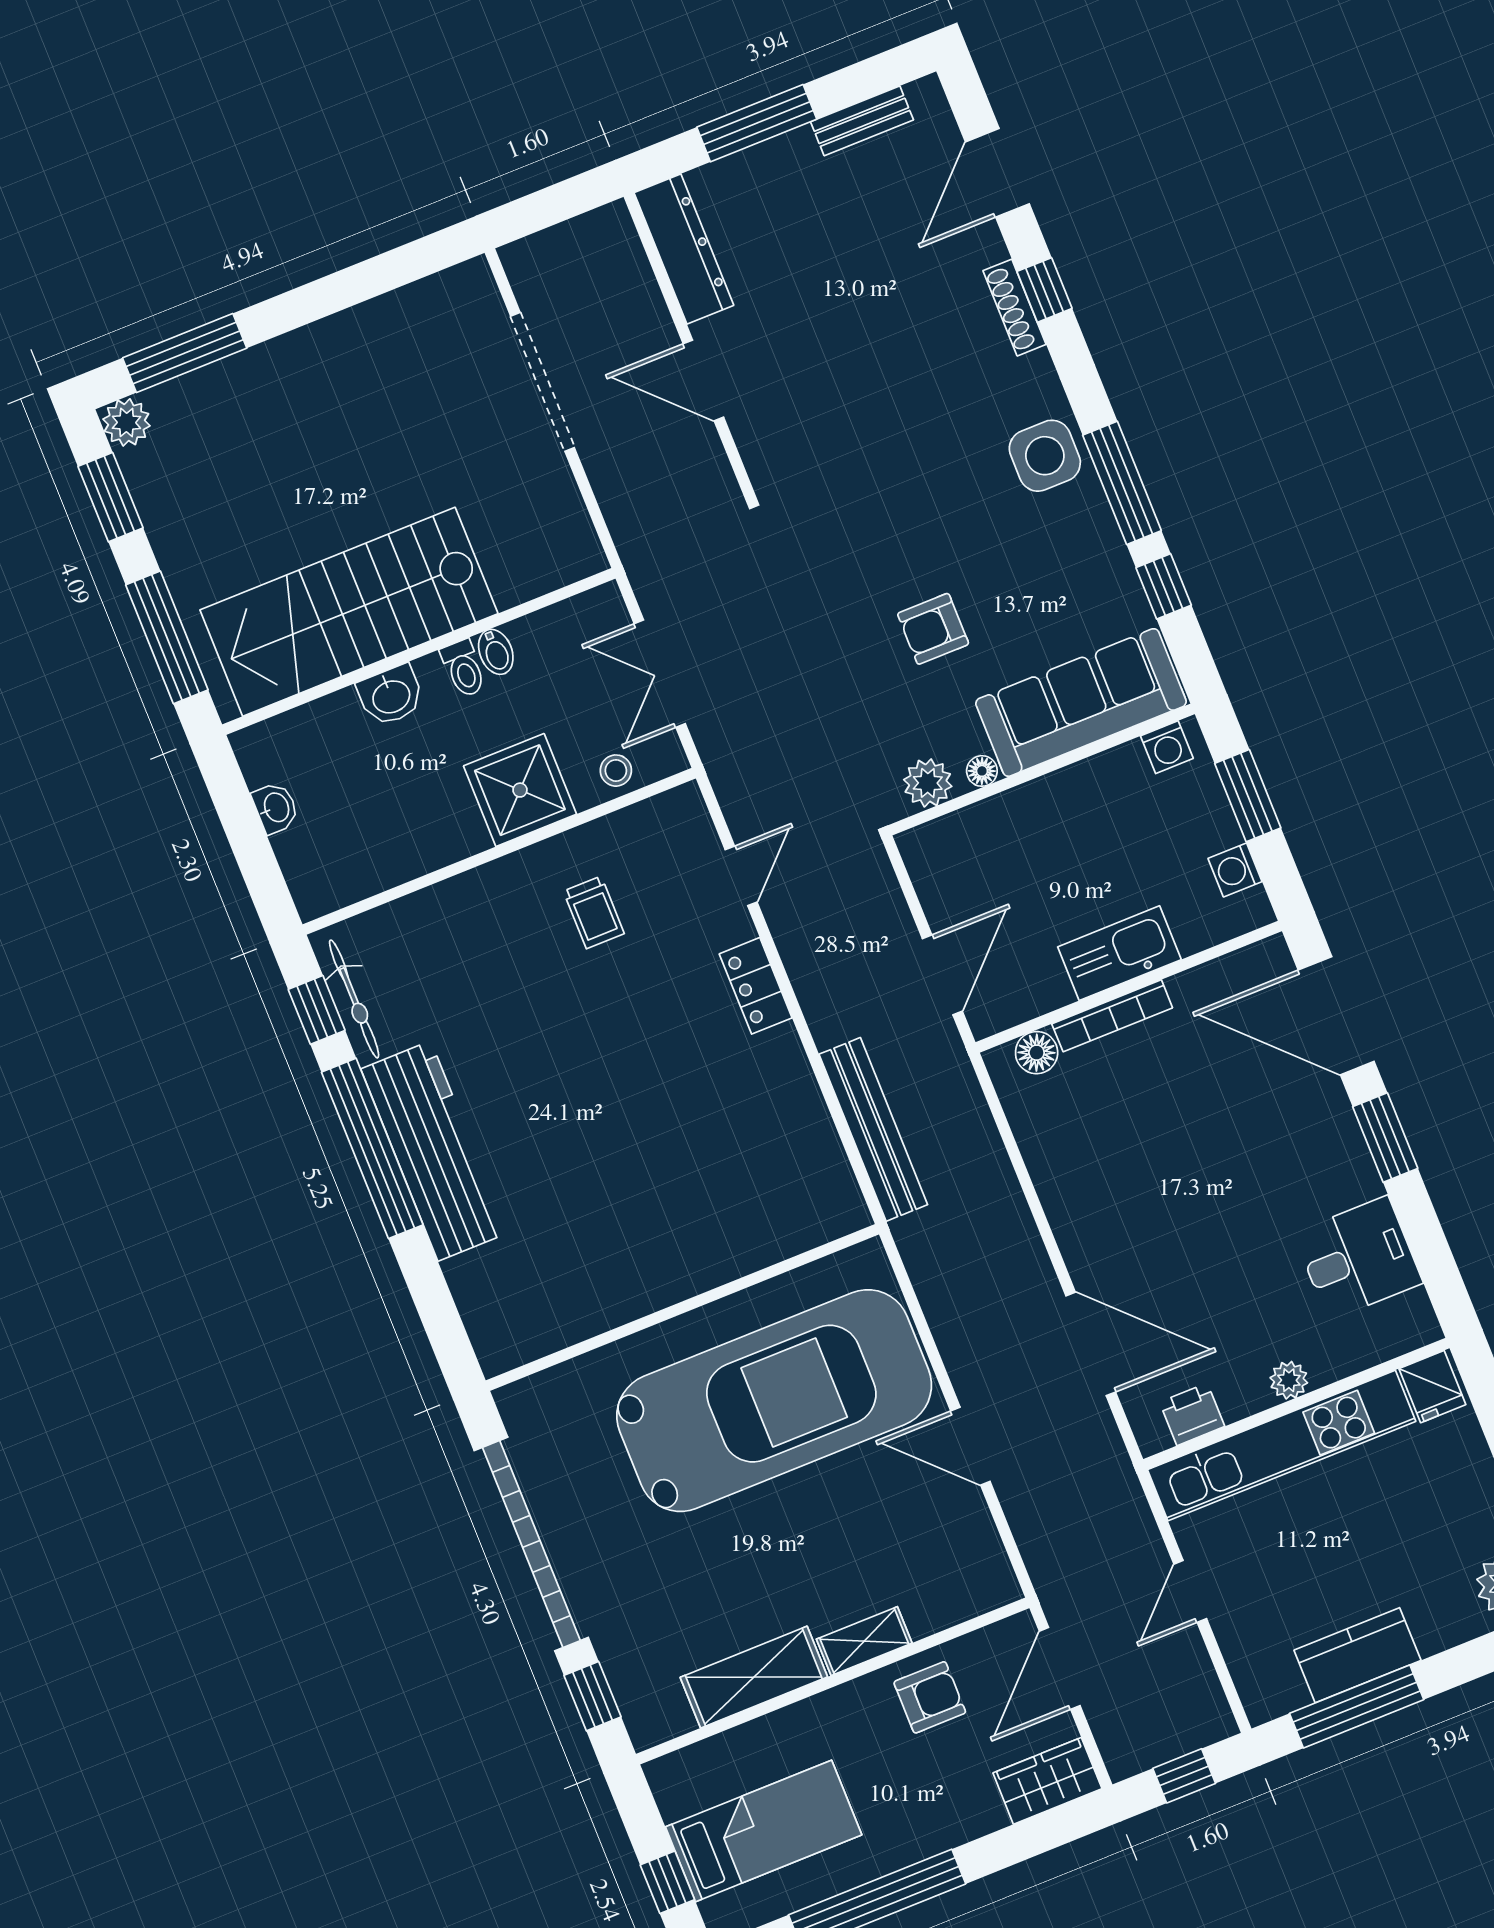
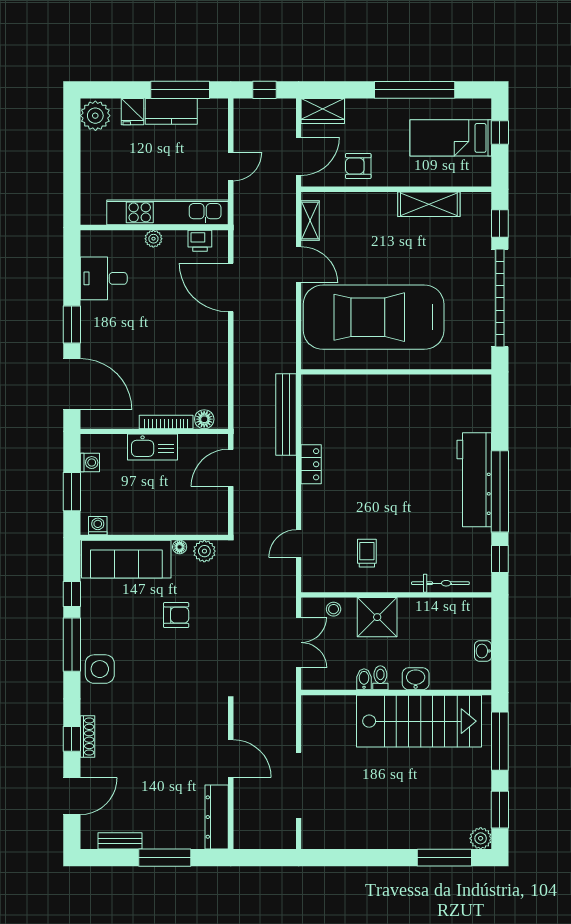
locker: (756, 986) -> (311, 464), moved
bicycle: (354, 999) -> (440, 583), moved, turned 90
fridge: (1432, 1387) -> (132, 112), moved, turned 180
shelving: (864, 1641) -> (310, 221), moved, turned 90

